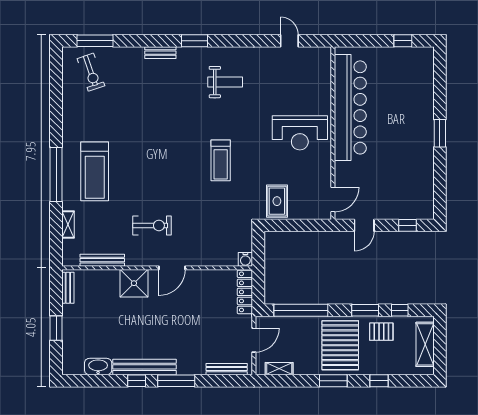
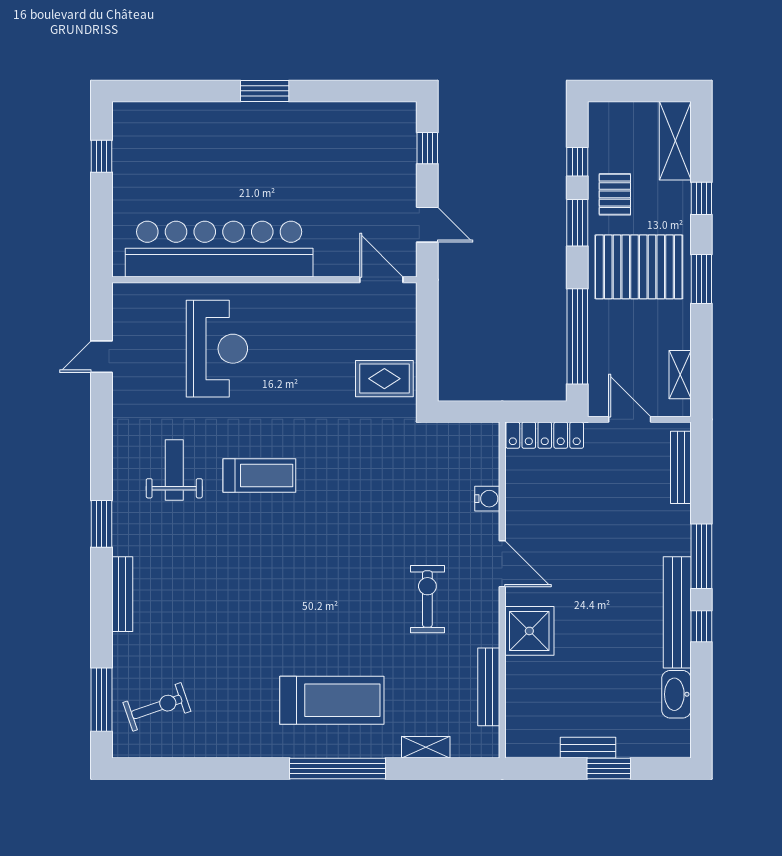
bench: (160, 53) -> (122, 594), width x1.36
reception desk: (300, 133) -> (217, 349), moved
treadmill: (221, 160) -> (259, 476), moved
water cooler: (245, 259) -> (487, 499), moved
bench: (68, 288) -> (588, 748), moved
shelving: (425, 344) -> (675, 141), moved, turned 90

